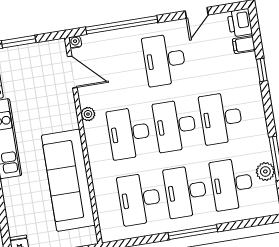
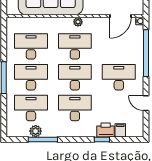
printer: (240, 23) -> (106, 130), moved
plant: (88, 114) -> (78, 22), moved

